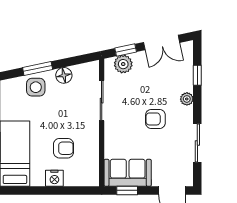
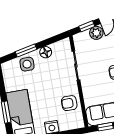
plant: (123, 64) -> (96, 33), moved
armchair: (63, 148) -> (69, 103), moved, turned 180

